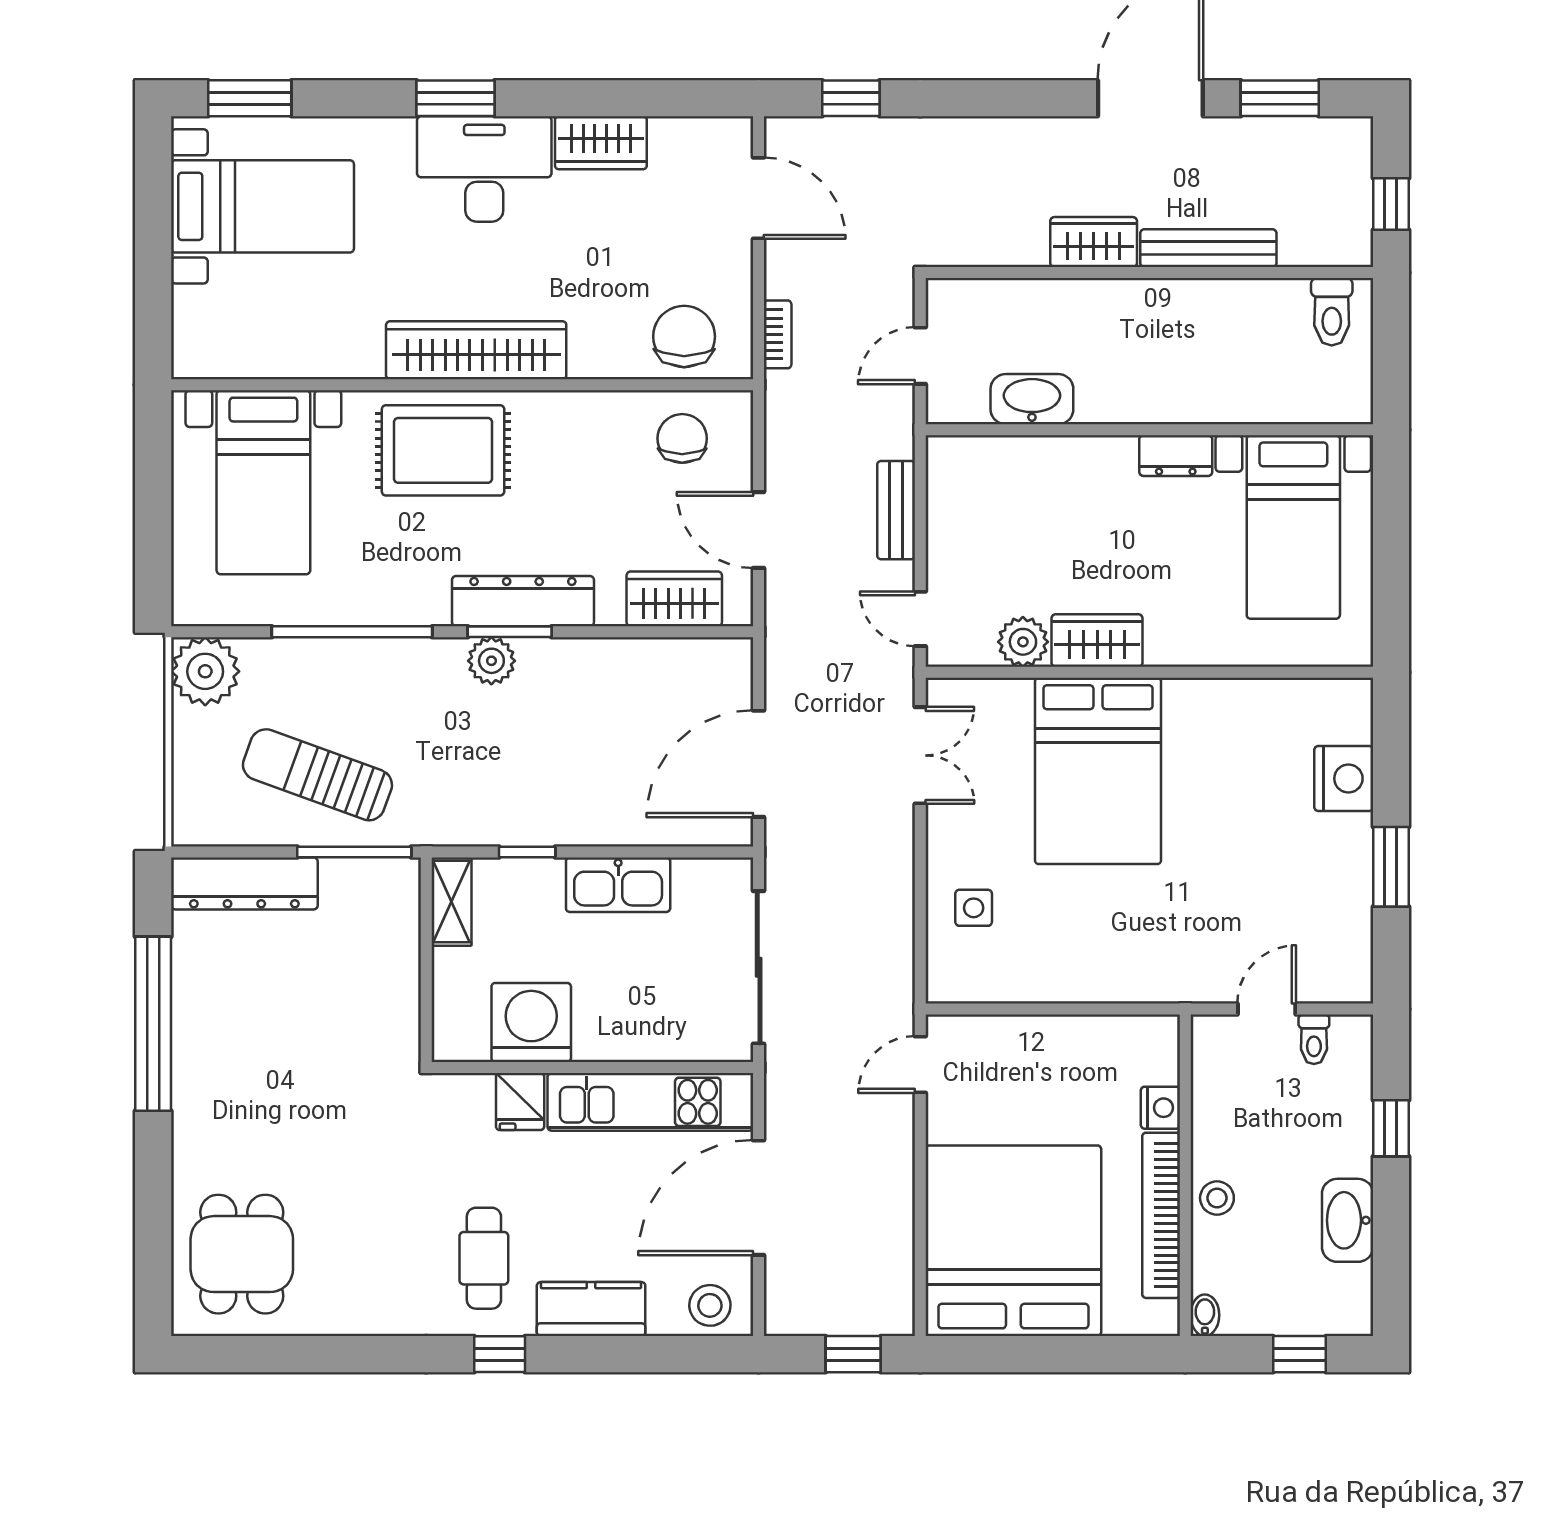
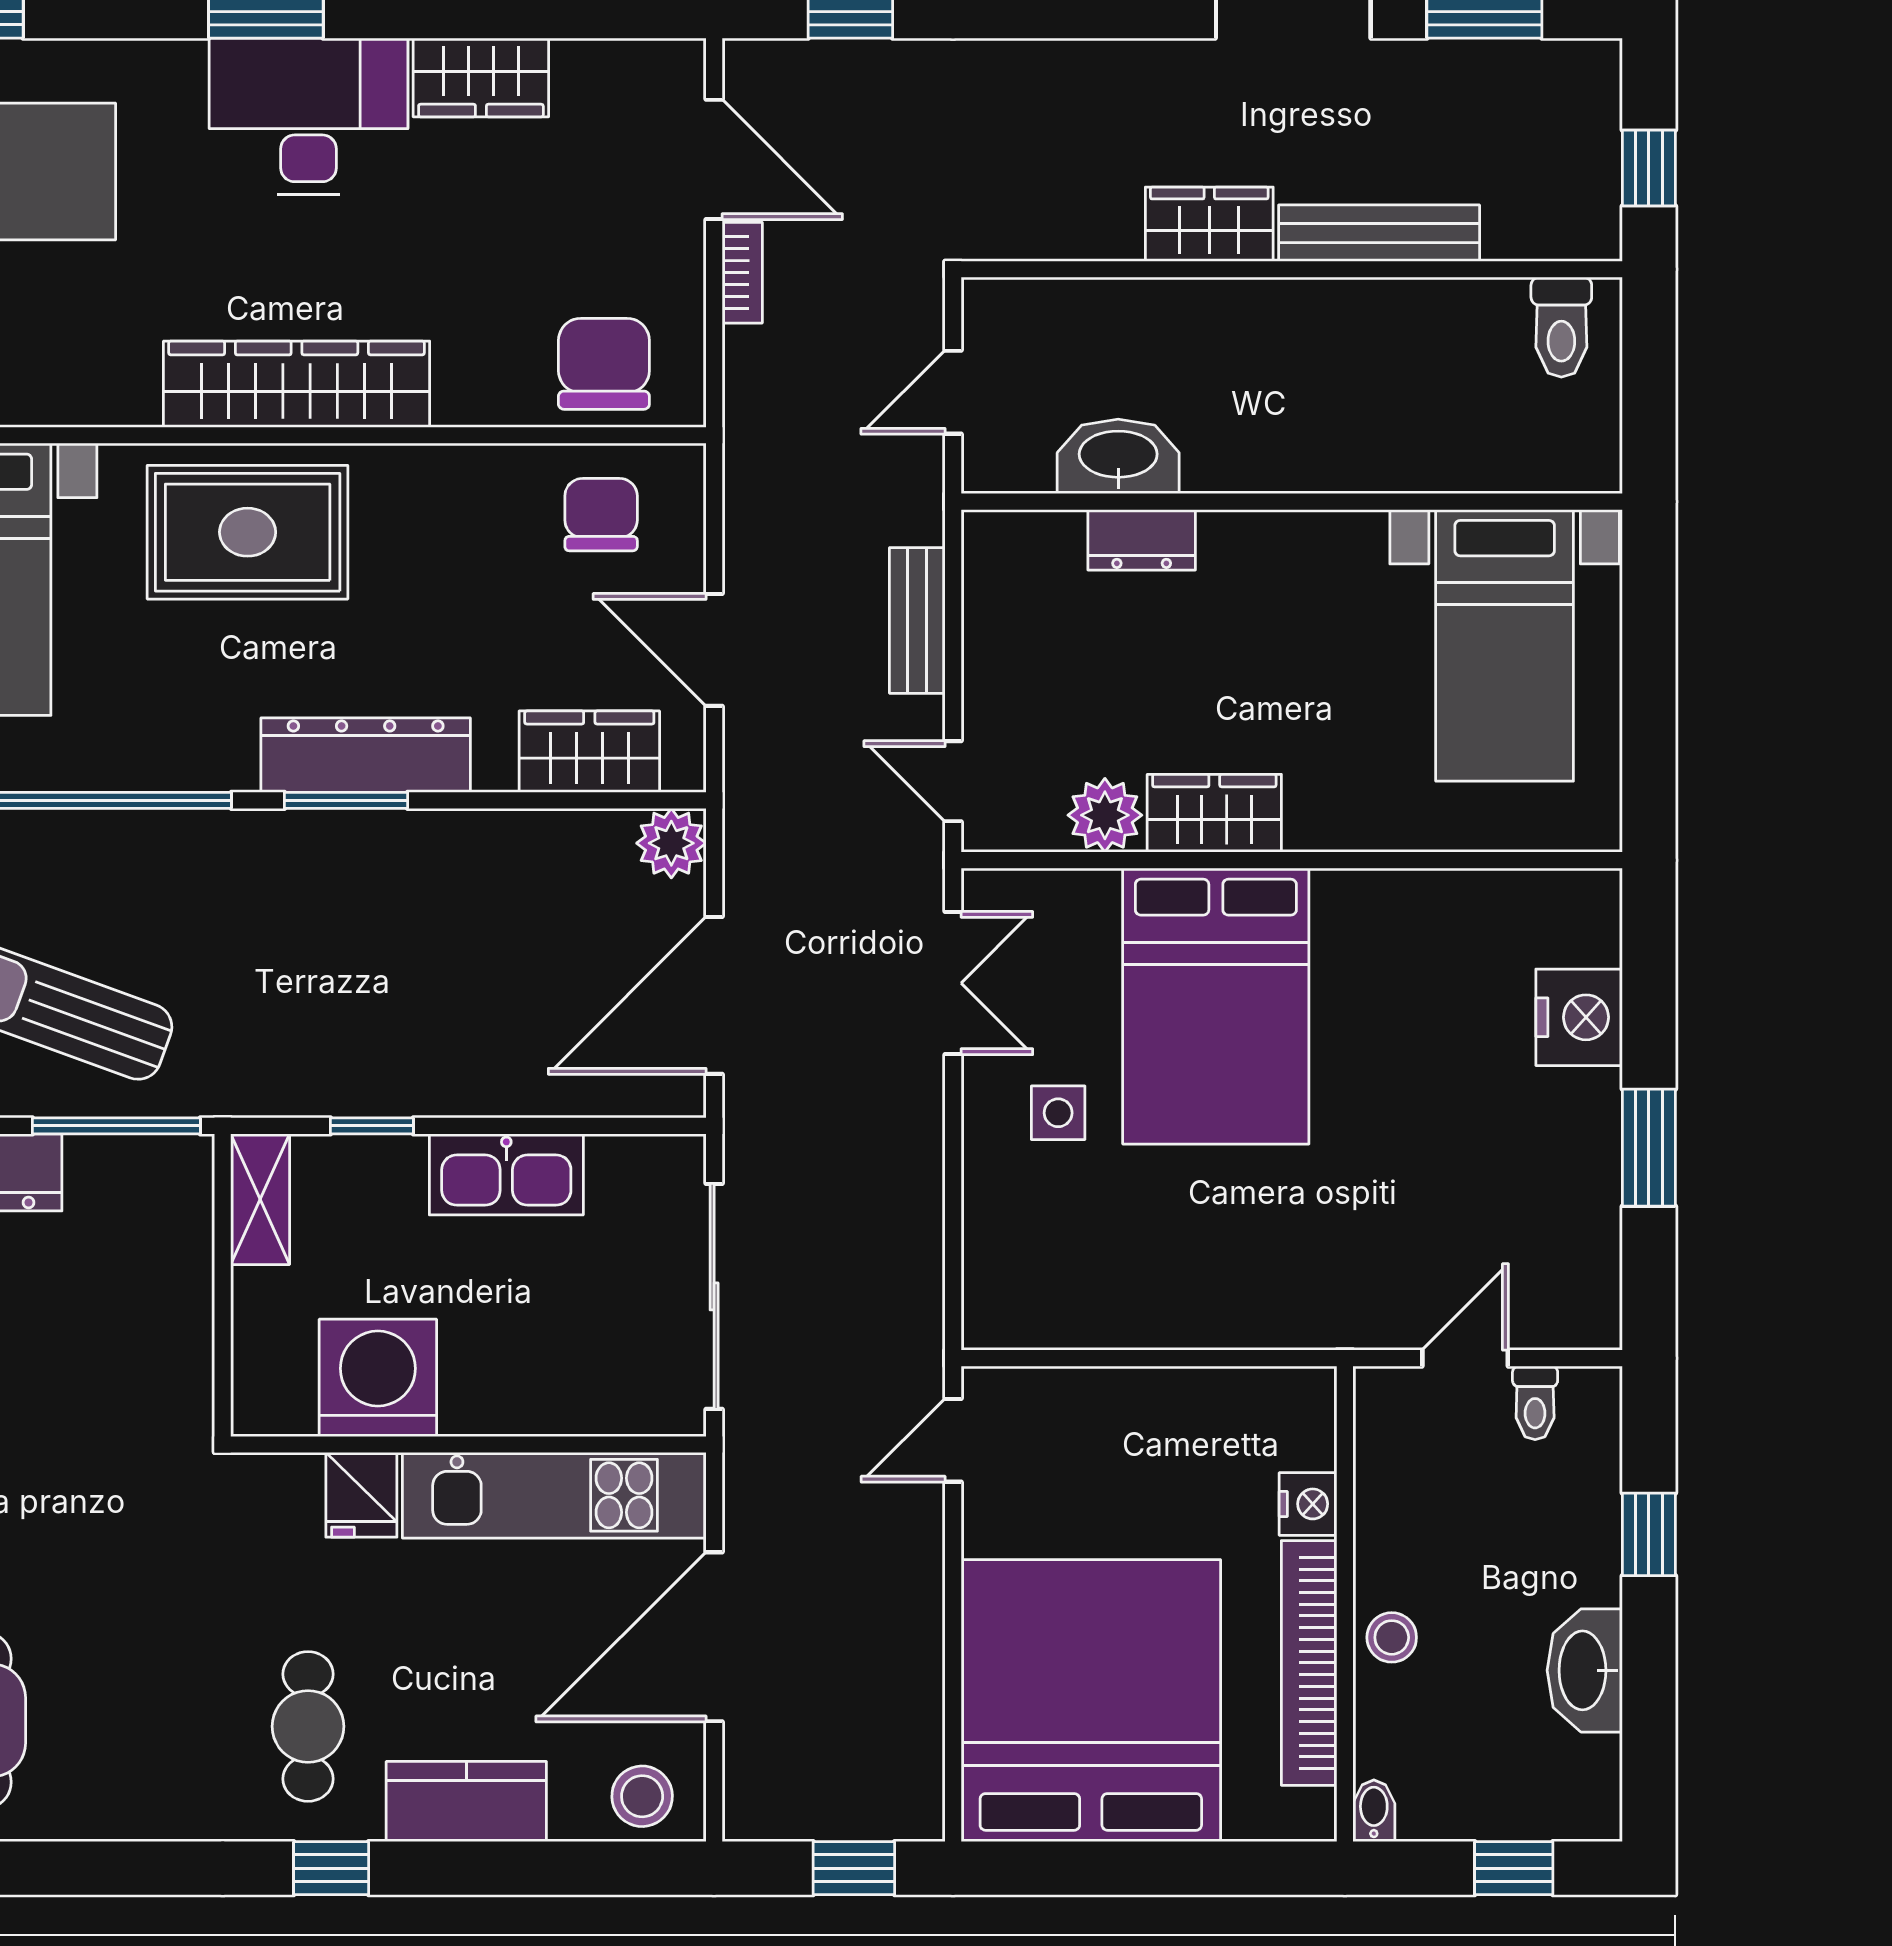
bookcase: (778, 334) -> (742, 273), moved
dresser: (1176, 456) -> (1142, 540), moved
plant: (491, 661) -> (671, 843), moved
side table: (974, 908) -> (1058, 1113), moved

